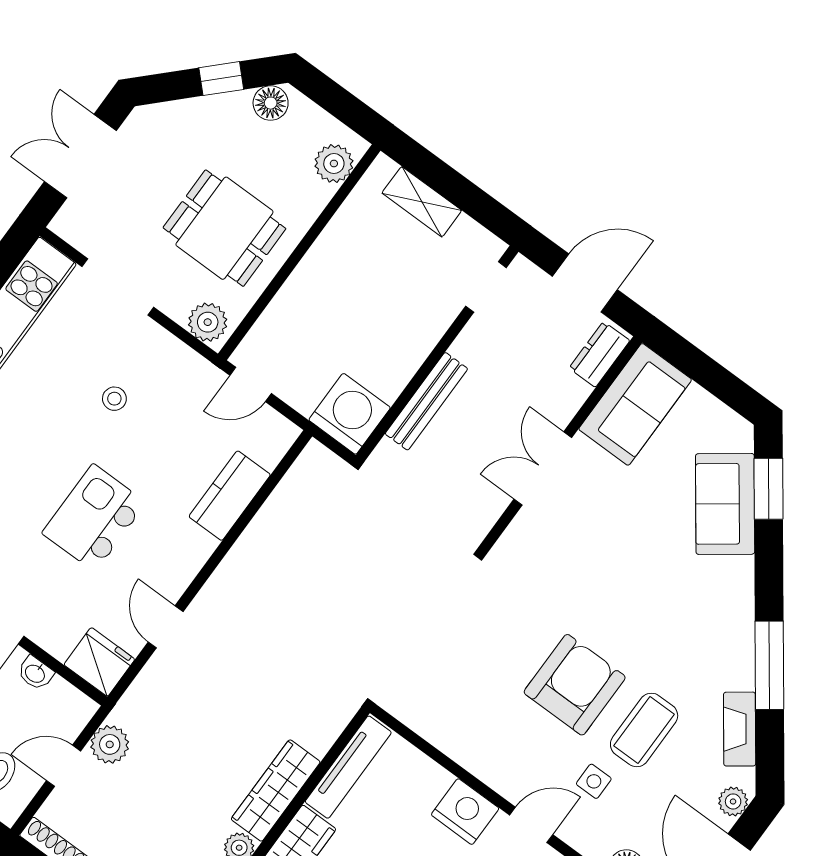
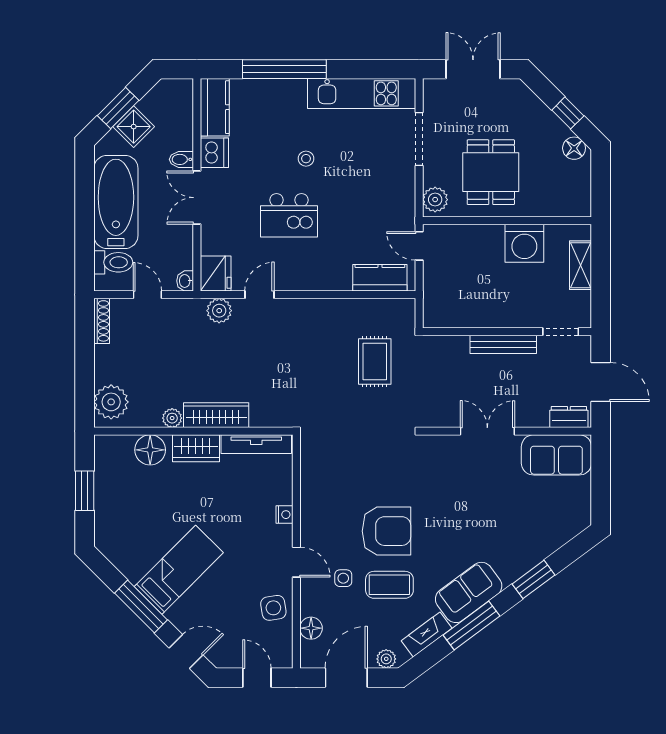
plant: (334, 164) -> (567, 205), removed
stool: (114, 399) -> (306, 159), moved
bench: (426, 401) -> (503, 344), moved
washing machine: (350, 414) -> (524, 243), moved, turned 90
window: (768, 489) -> (533, 579), moved
kitchen counter: (230, 496) -> (380, 278), moved
sofa: (725, 504) -> (469, 592), moved
kitchen island: (94, 518) -> (289, 215), turned 180
rug: (354, 545) -> (375, 362), added
washbasin: (35, 673) -> (185, 281), moved
plant: (110, 744) -> (219, 311), moved
nightstand: (465, 812) -> (285, 515), width x0.53, depth x0.56

